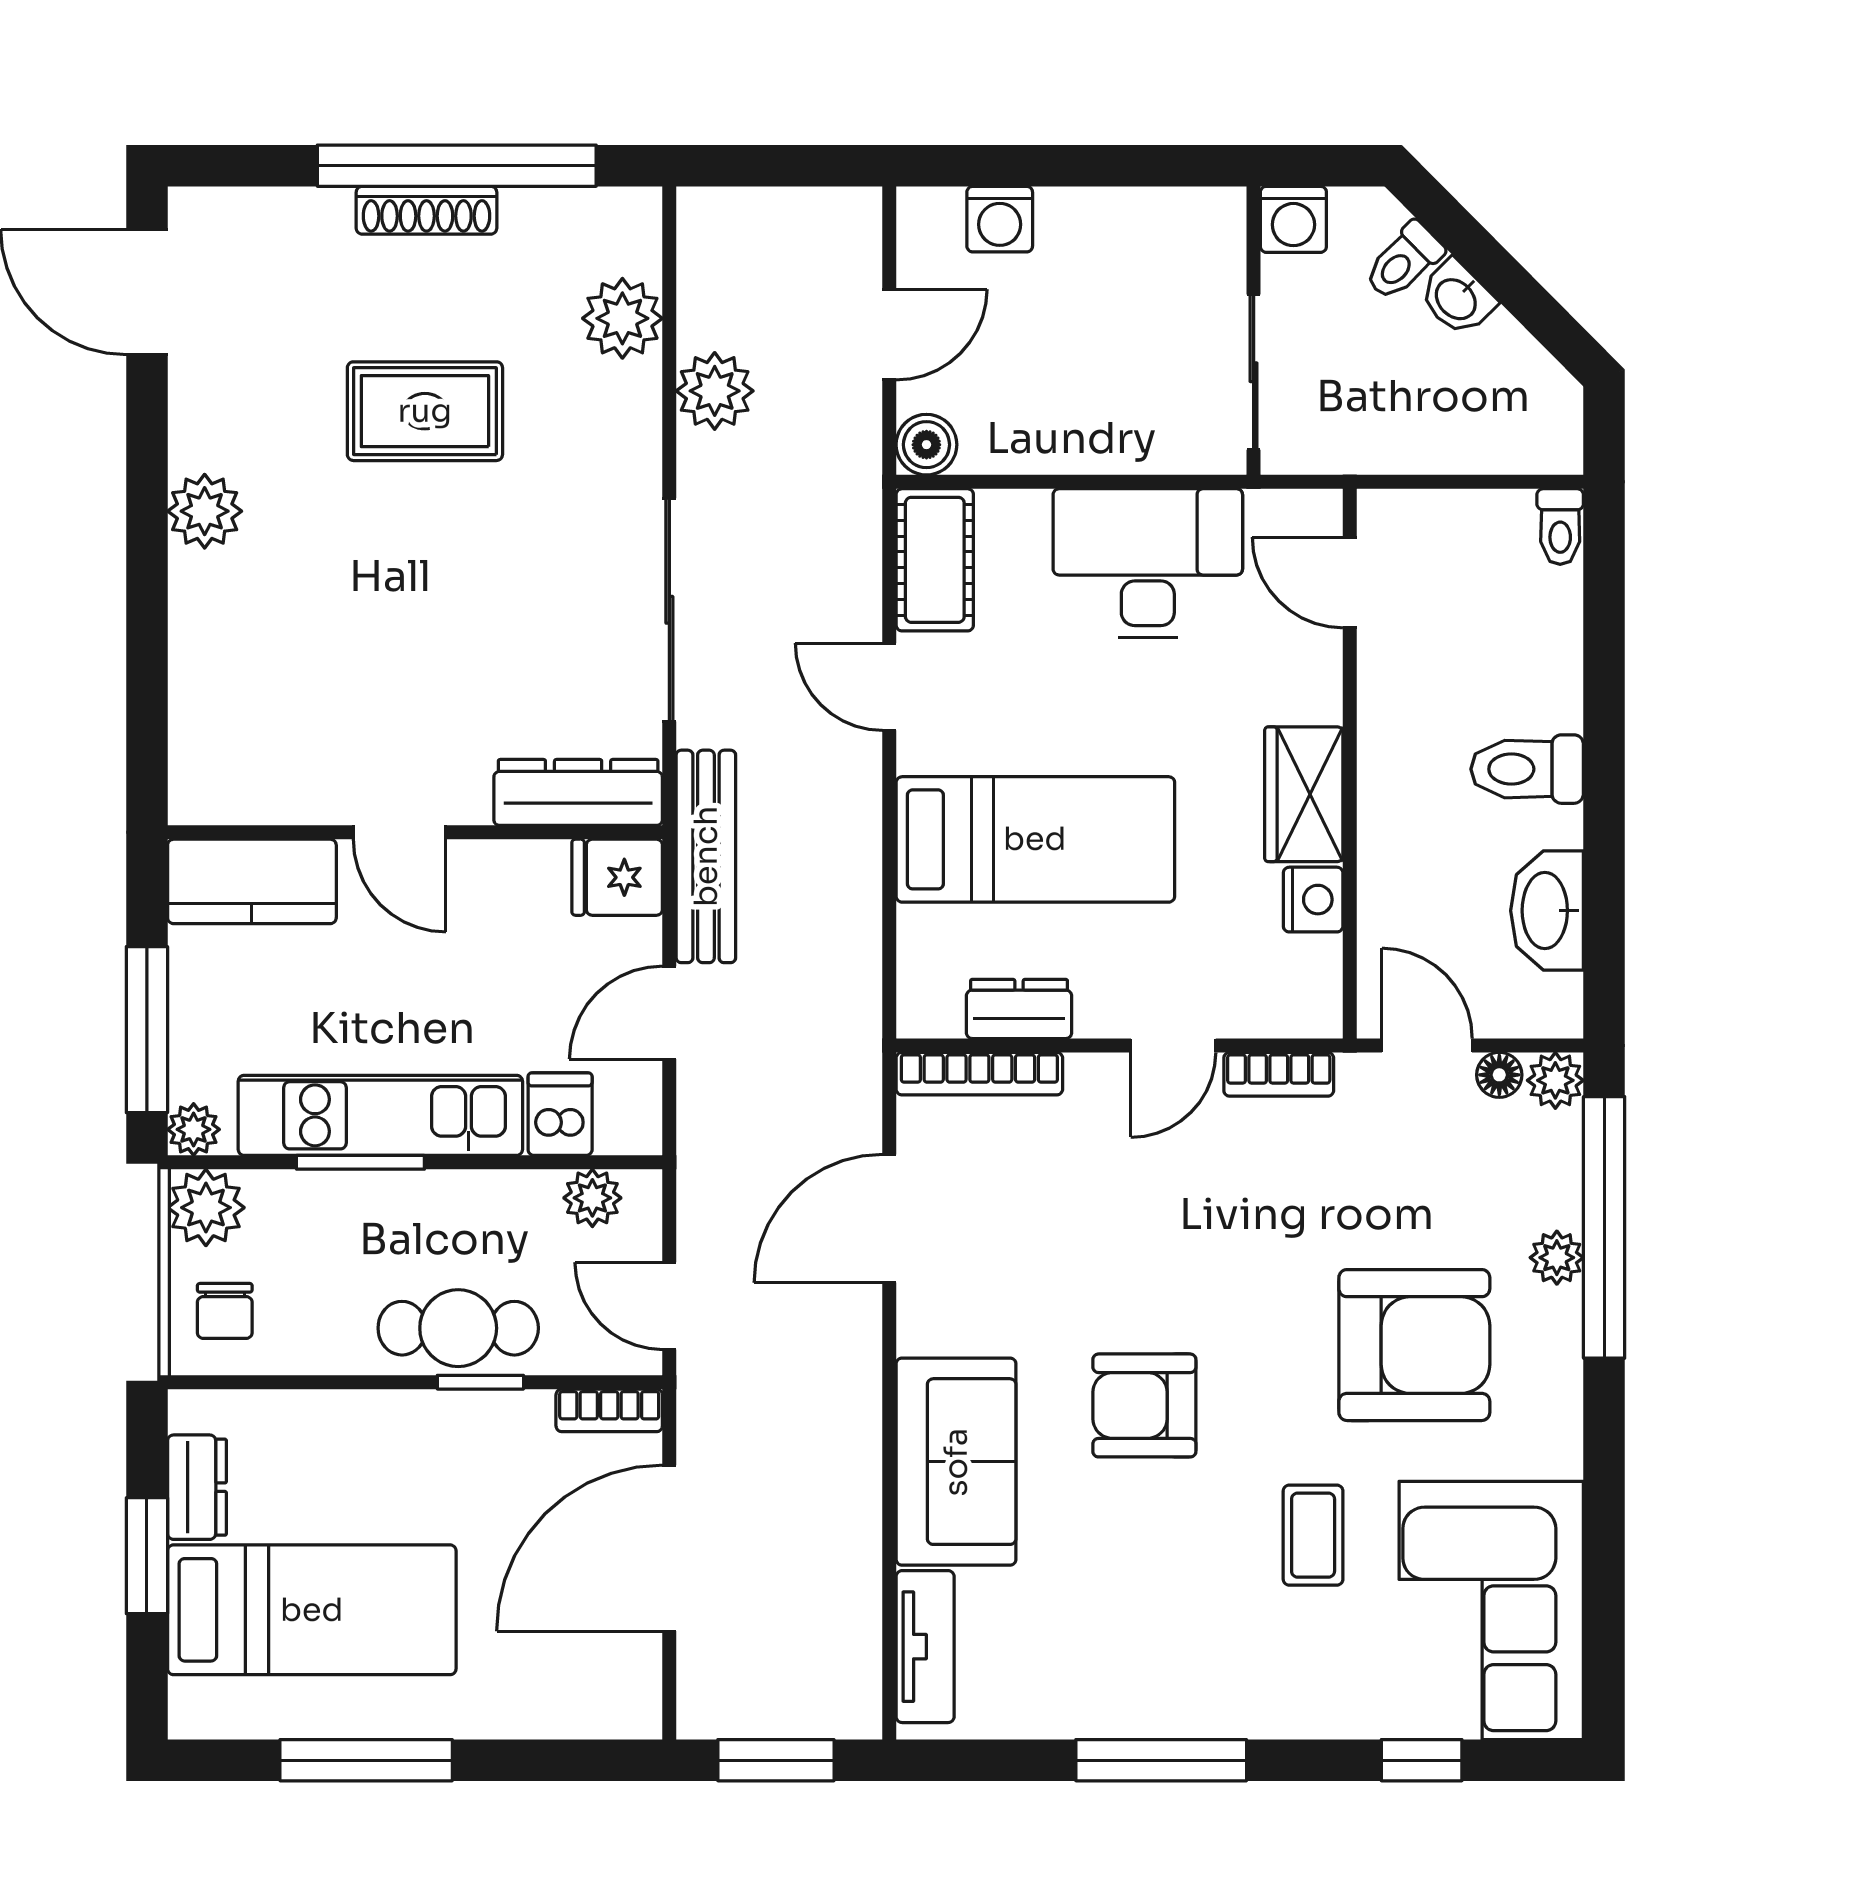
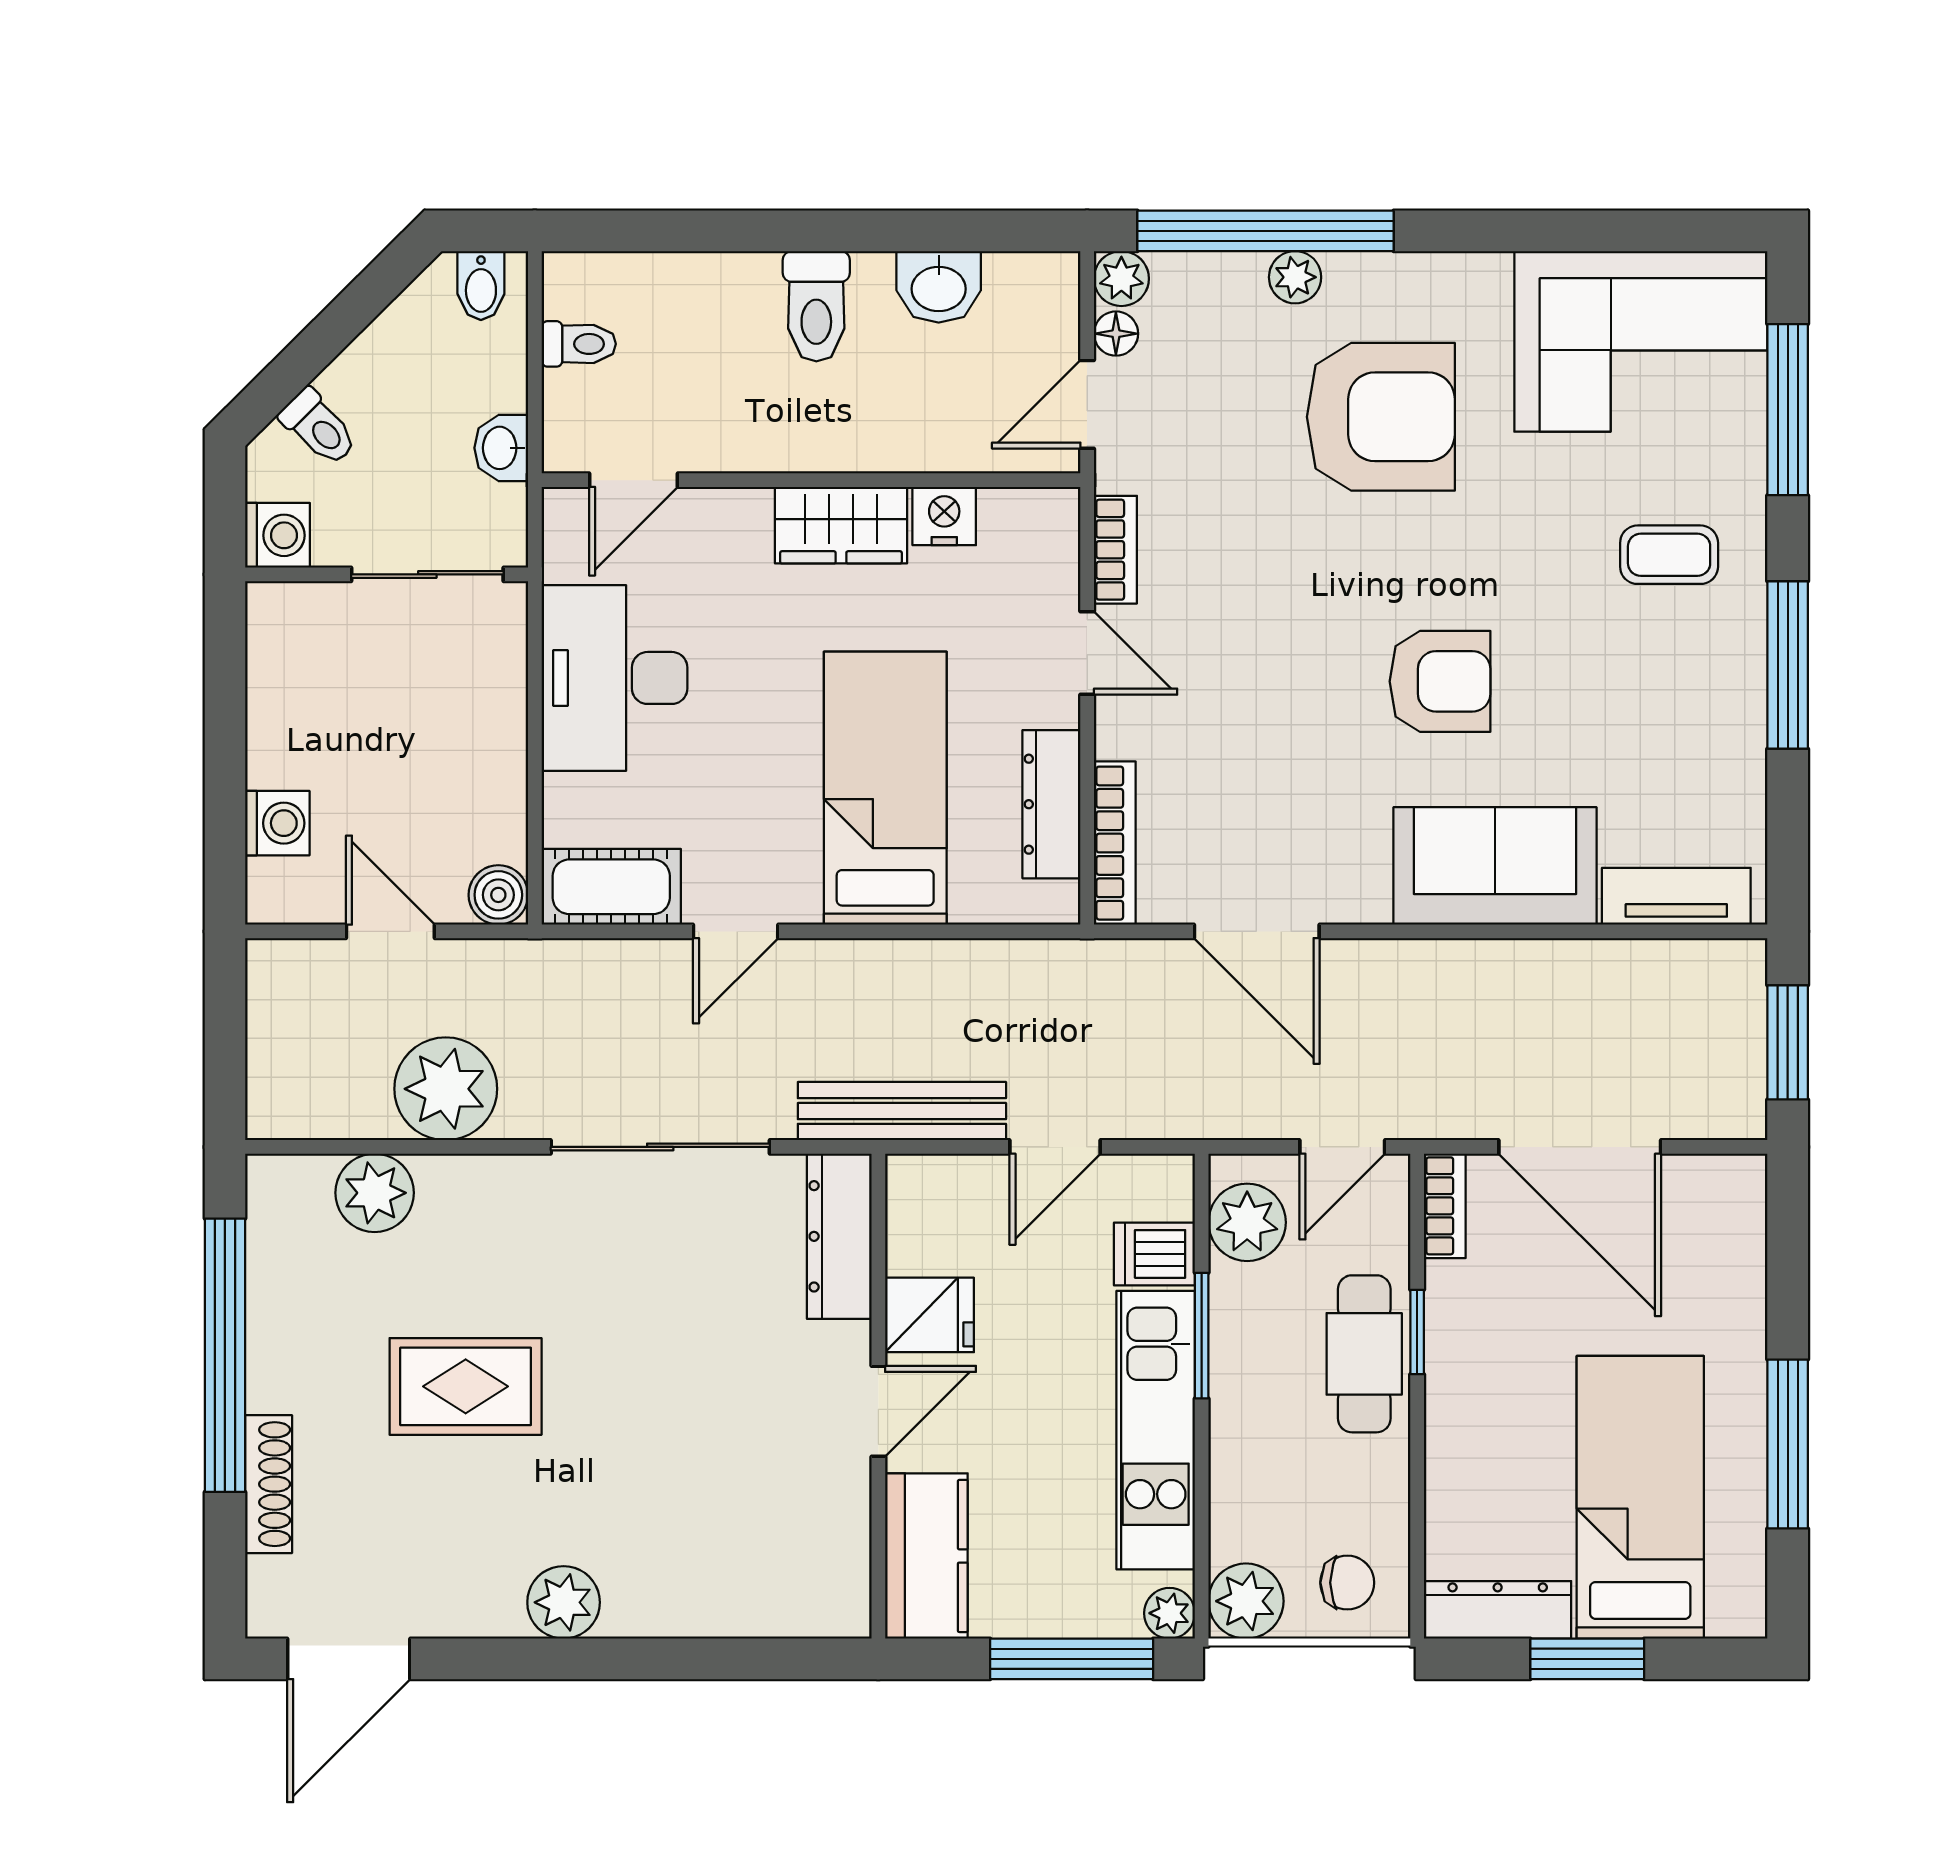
shoe rack: (426, 210) -> (269, 1484), moved
washbasin: (1457, 298) -> (501, 448), moved, turned 135
plant: (715, 391) -> (446, 1089), width x1.36, depth x1.36
rug: (425, 411) -> (466, 1386), turned 90
bidet: (1548, 427) -> (481, 286), added
toilet: (1560, 527) -> (579, 344), moved
fridge: (617, 877) -> (930, 1315), moved, turned -90
washbasin: (1547, 911) -> (939, 287), width x0.72
dresser: (1019, 1009) -> (1051, 804), width x1.44
door: (669, 1013) -> (1055, 1147), hinge flipped
window: (360, 1162) -> (1202, 1336), moved
plant: (592, 1198) -> (1247, 1222), width x1.38, depth x1.38
armchair: (1414, 1345) -> (1381, 417), turned 90
armchair: (1144, 1405) -> (1440, 681), turned -90
dresser: (197, 1487) -> (1498, 1610), width x1.44
coffee table: (1313, 1535) -> (1669, 555), moved
window: (1422, 1760) -> (1788, 410), width x2.17

